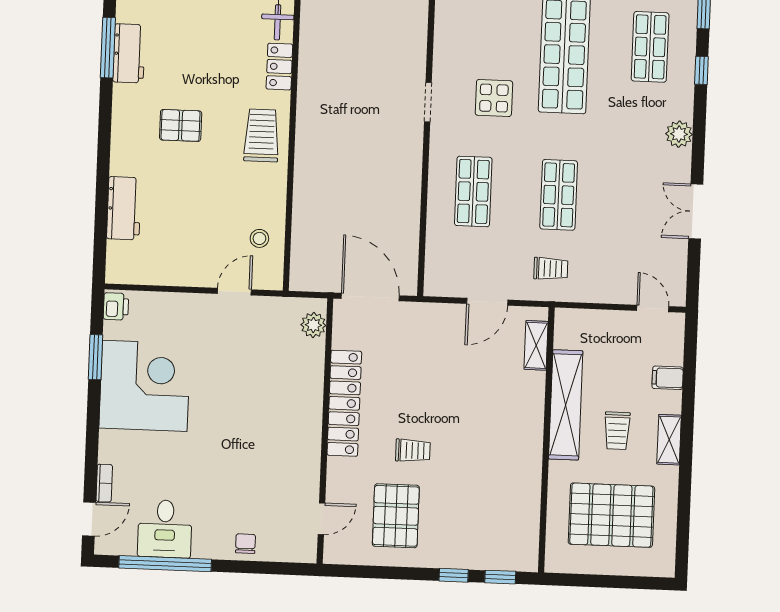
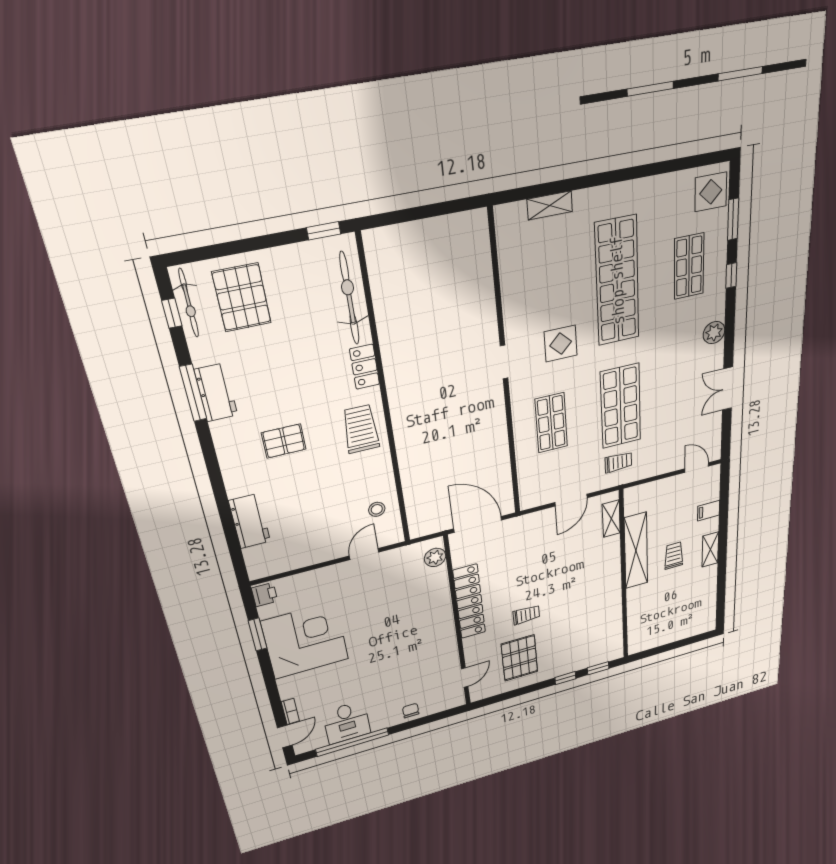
shop shelf: (559, 195) -> (621, 406), width x1.43, depth x1.36
trolley: (617, 431) -> (674, 555), turned 180
pallet: (611, 515) -> (672, 608), removed

